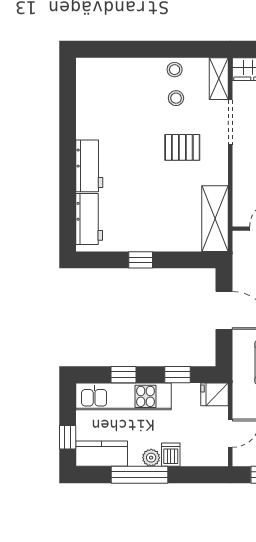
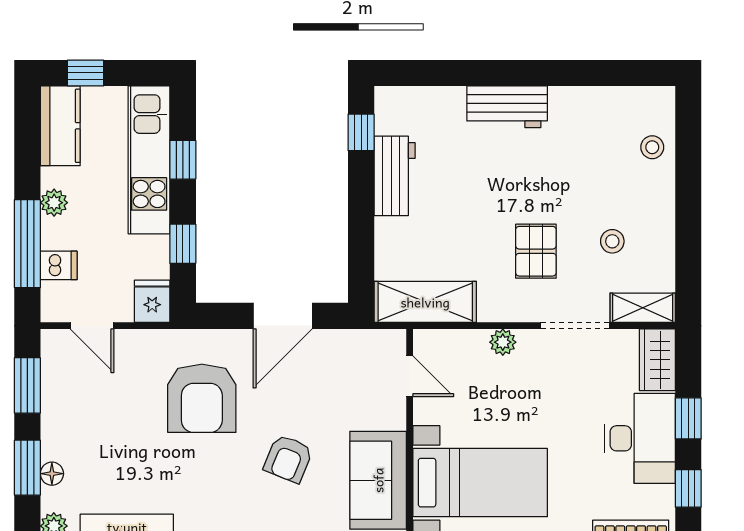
stool: (175, 70) -> (652, 147), moved
plant: (241, 169) -> (503, 342), added
workbench: (89, 219) -> (395, 176), moved, turned -90
window: (141, 260) -> (361, 132), moved
dishwasher: (171, 455) -> (59, 265), moved
window: (139, 475) -> (27, 244), moved

